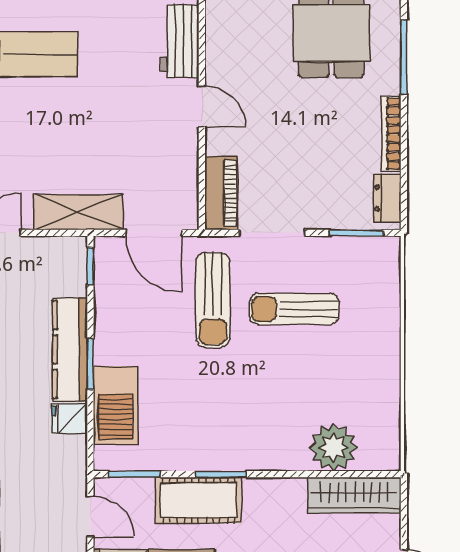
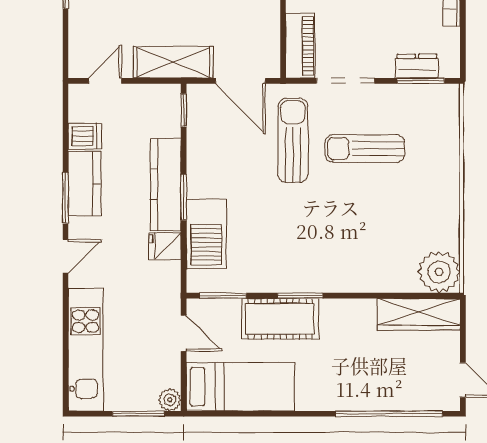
dresser: (387, 198) -> (417, 66), moved, turned 90
sun lounger: (213, 300) -> (293, 140), turned 180
plant: (333, 448) -> (439, 272), moved

